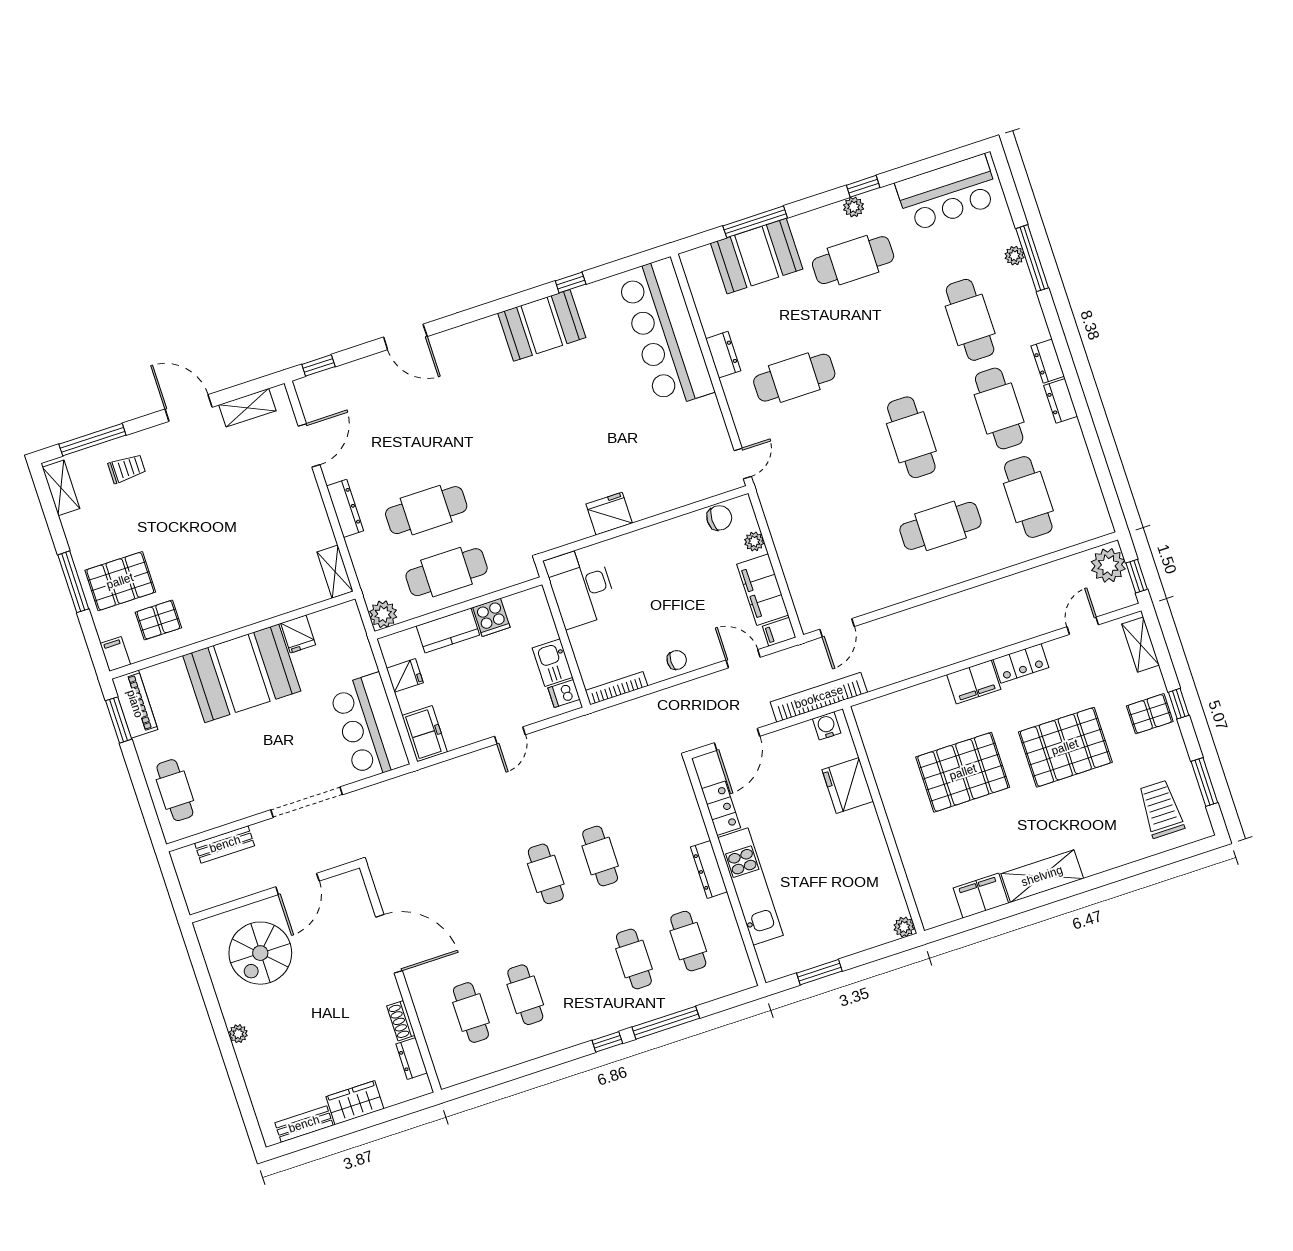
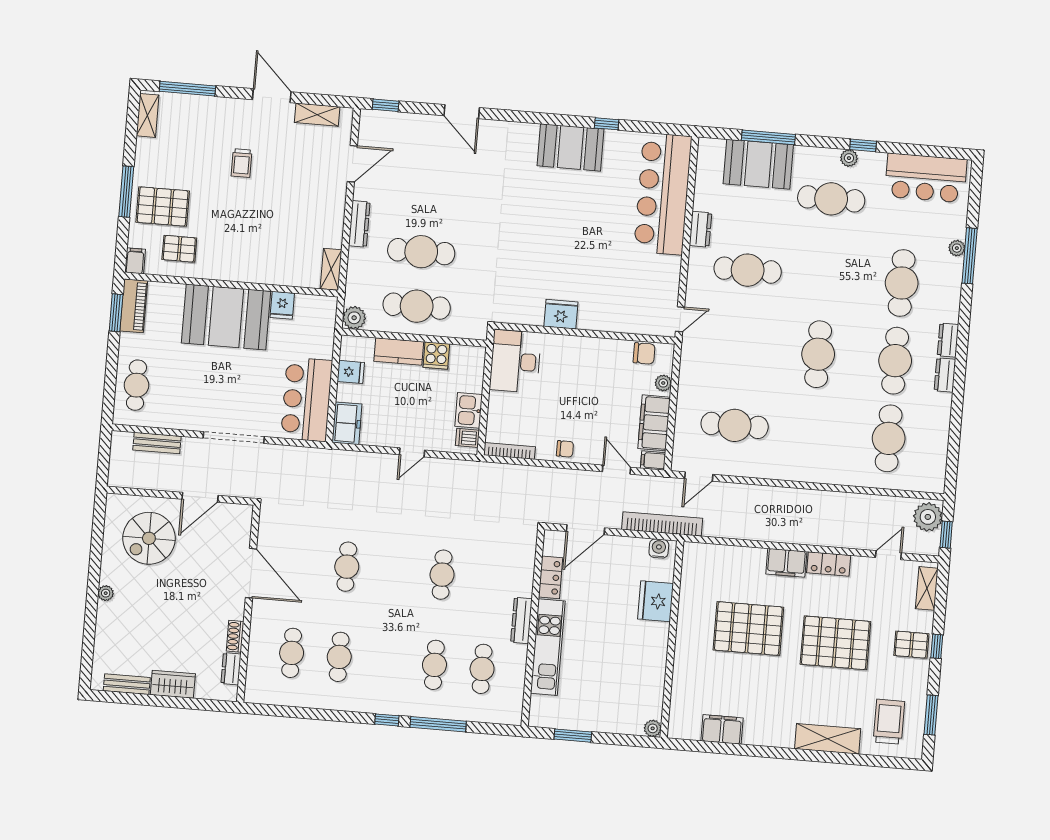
trolley: (127, 469) -> (242, 163), moved, turned 90
cafe table: (940, 526) -> (735, 425), moved
cafe table: (546, 874) -> (347, 567), moved
shelving: (1042, 876) -> (828, 739), moved

